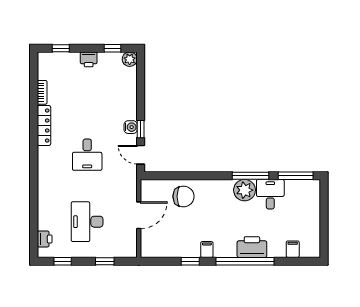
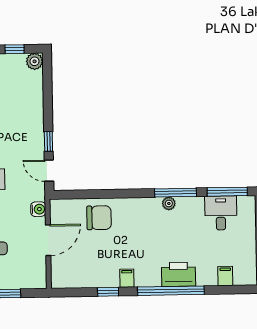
water cooler: (131, 127) -> (38, 209), moved
plant: (245, 190) -> (169, 203), width x0.53, depth x0.53
desk: (270, 194) -> (221, 213), moved

